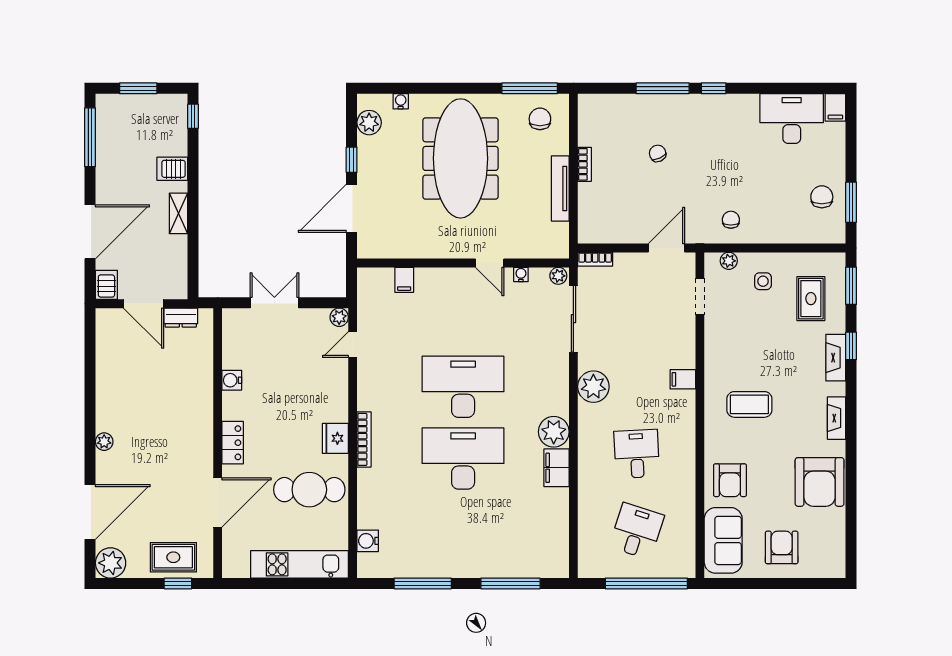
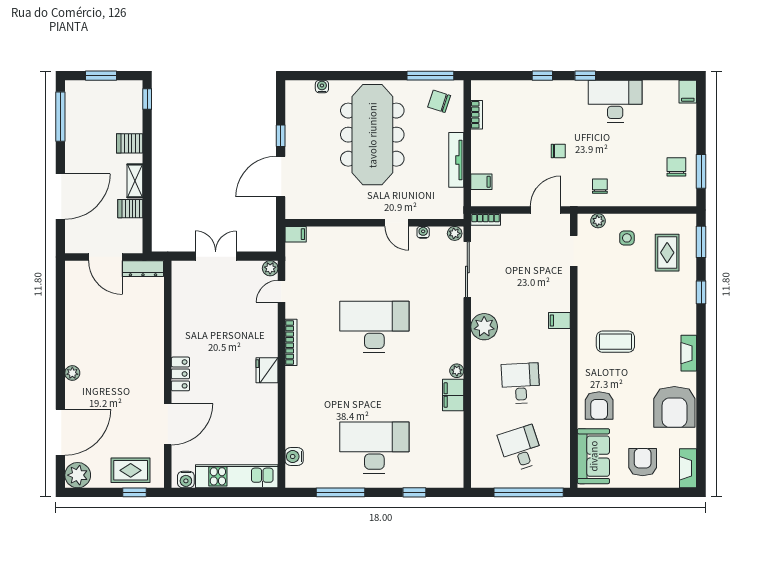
window: (663, 88) -> (542, 76), width x0.46
chair: (540, 119) -> (439, 101), turned -72
desk: (792, 119) -> (615, 101), moved
plant: (369, 123) -> (295, 104), removed
chair: (658, 153) -> (558, 151), moved, turned 115
bookcase: (585, 164) -> (477, 115), moved
filing cabinet: (590, 214) -> (481, 182), added
filing cabinet: (404, 280) -> (296, 234), moved, turned -90
server rack: (106, 285) -> (130, 209), moved, turned -90
dresser: (181, 318) -> (143, 269), width x1.44
fireplace: (836, 358) -> (688, 468), moved
water cooler: (232, 380) -> (186, 480), moved, turned -90
plant: (554, 432) -> (457, 371), width x0.53, depth x0.53
bookcase: (364, 439) -> (291, 342), moved
desk: (463, 459) -> (374, 448), moved
cafe table: (309, 490) -> (245, 413), removed
desk: (637, 531) -> (521, 448), turned -36
window: (510, 583) -> (414, 492), width x0.46

